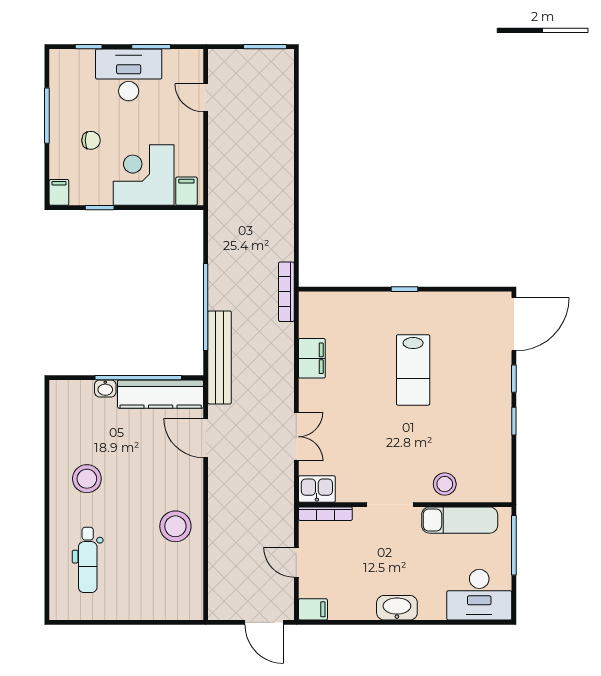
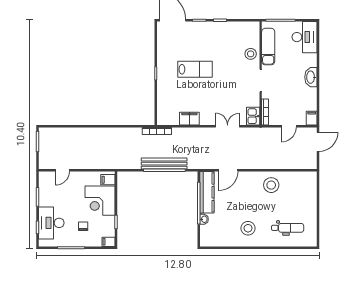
desk: (129, 75) -> (51, 223), moved
bench: (219, 357) -> (164, 164), moved

